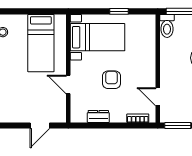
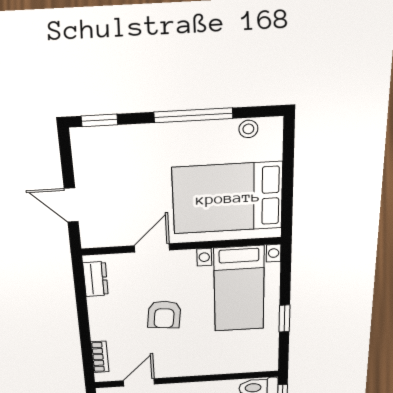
bed: (41, 43) -> (228, 198), width x1.50
armchair: (111, 80) -> (164, 315), turned 96
dresser: (98, 116) -> (96, 279), moved

